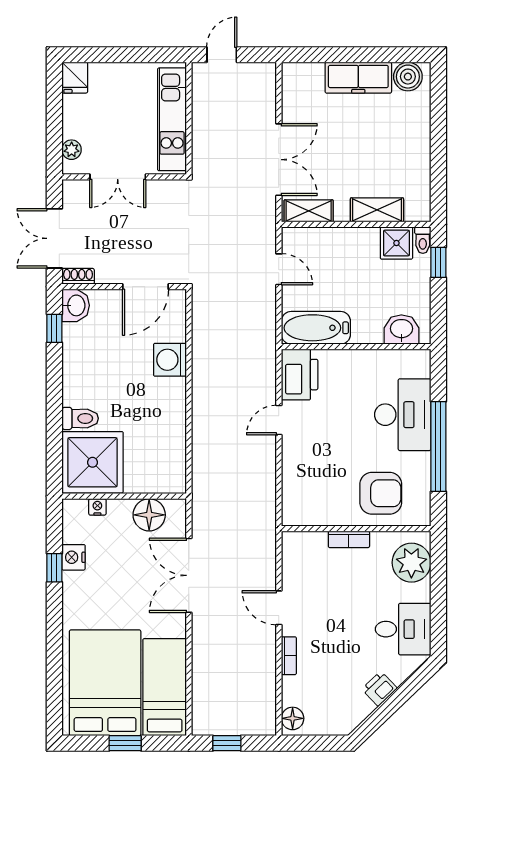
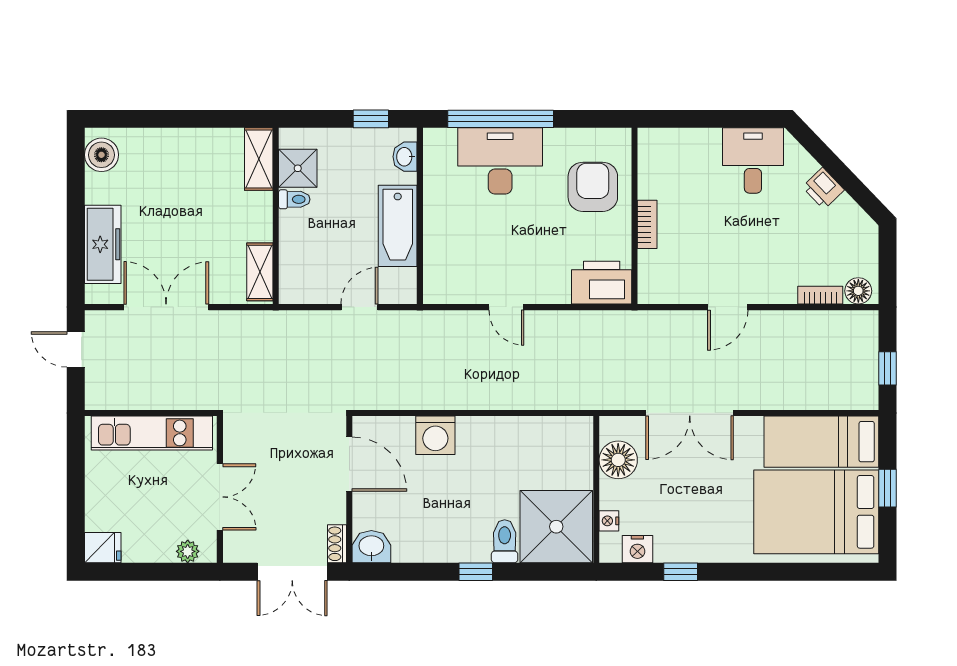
door: (222, 55) -> (76, 349), moved
freezer: (358, 78) -> (103, 244), moved
double door: (279, 160) -> (166, 307), moved
shelving: (377, 210) -> (259, 159), moved
toilet: (423, 240) -> (294, 199), moved
window: (438, 262) -> (371, 119), moved
door: (279, 269) -> (359, 307), moved
window: (54, 328) -> (476, 572), moved
bathtub: (316, 328) -> (398, 226), moved
washbasin: (401, 329) -> (405, 157), width x0.72, depth x0.69
printer: (300, 375) -> (602, 283), moved
window: (438, 446) -> (501, 119), moved
nightstand: (74, 557) -> (637, 549), moved
plant: (411, 563) -> (675, 151), removed
bookcase: (289, 656) -> (820, 295), moved

